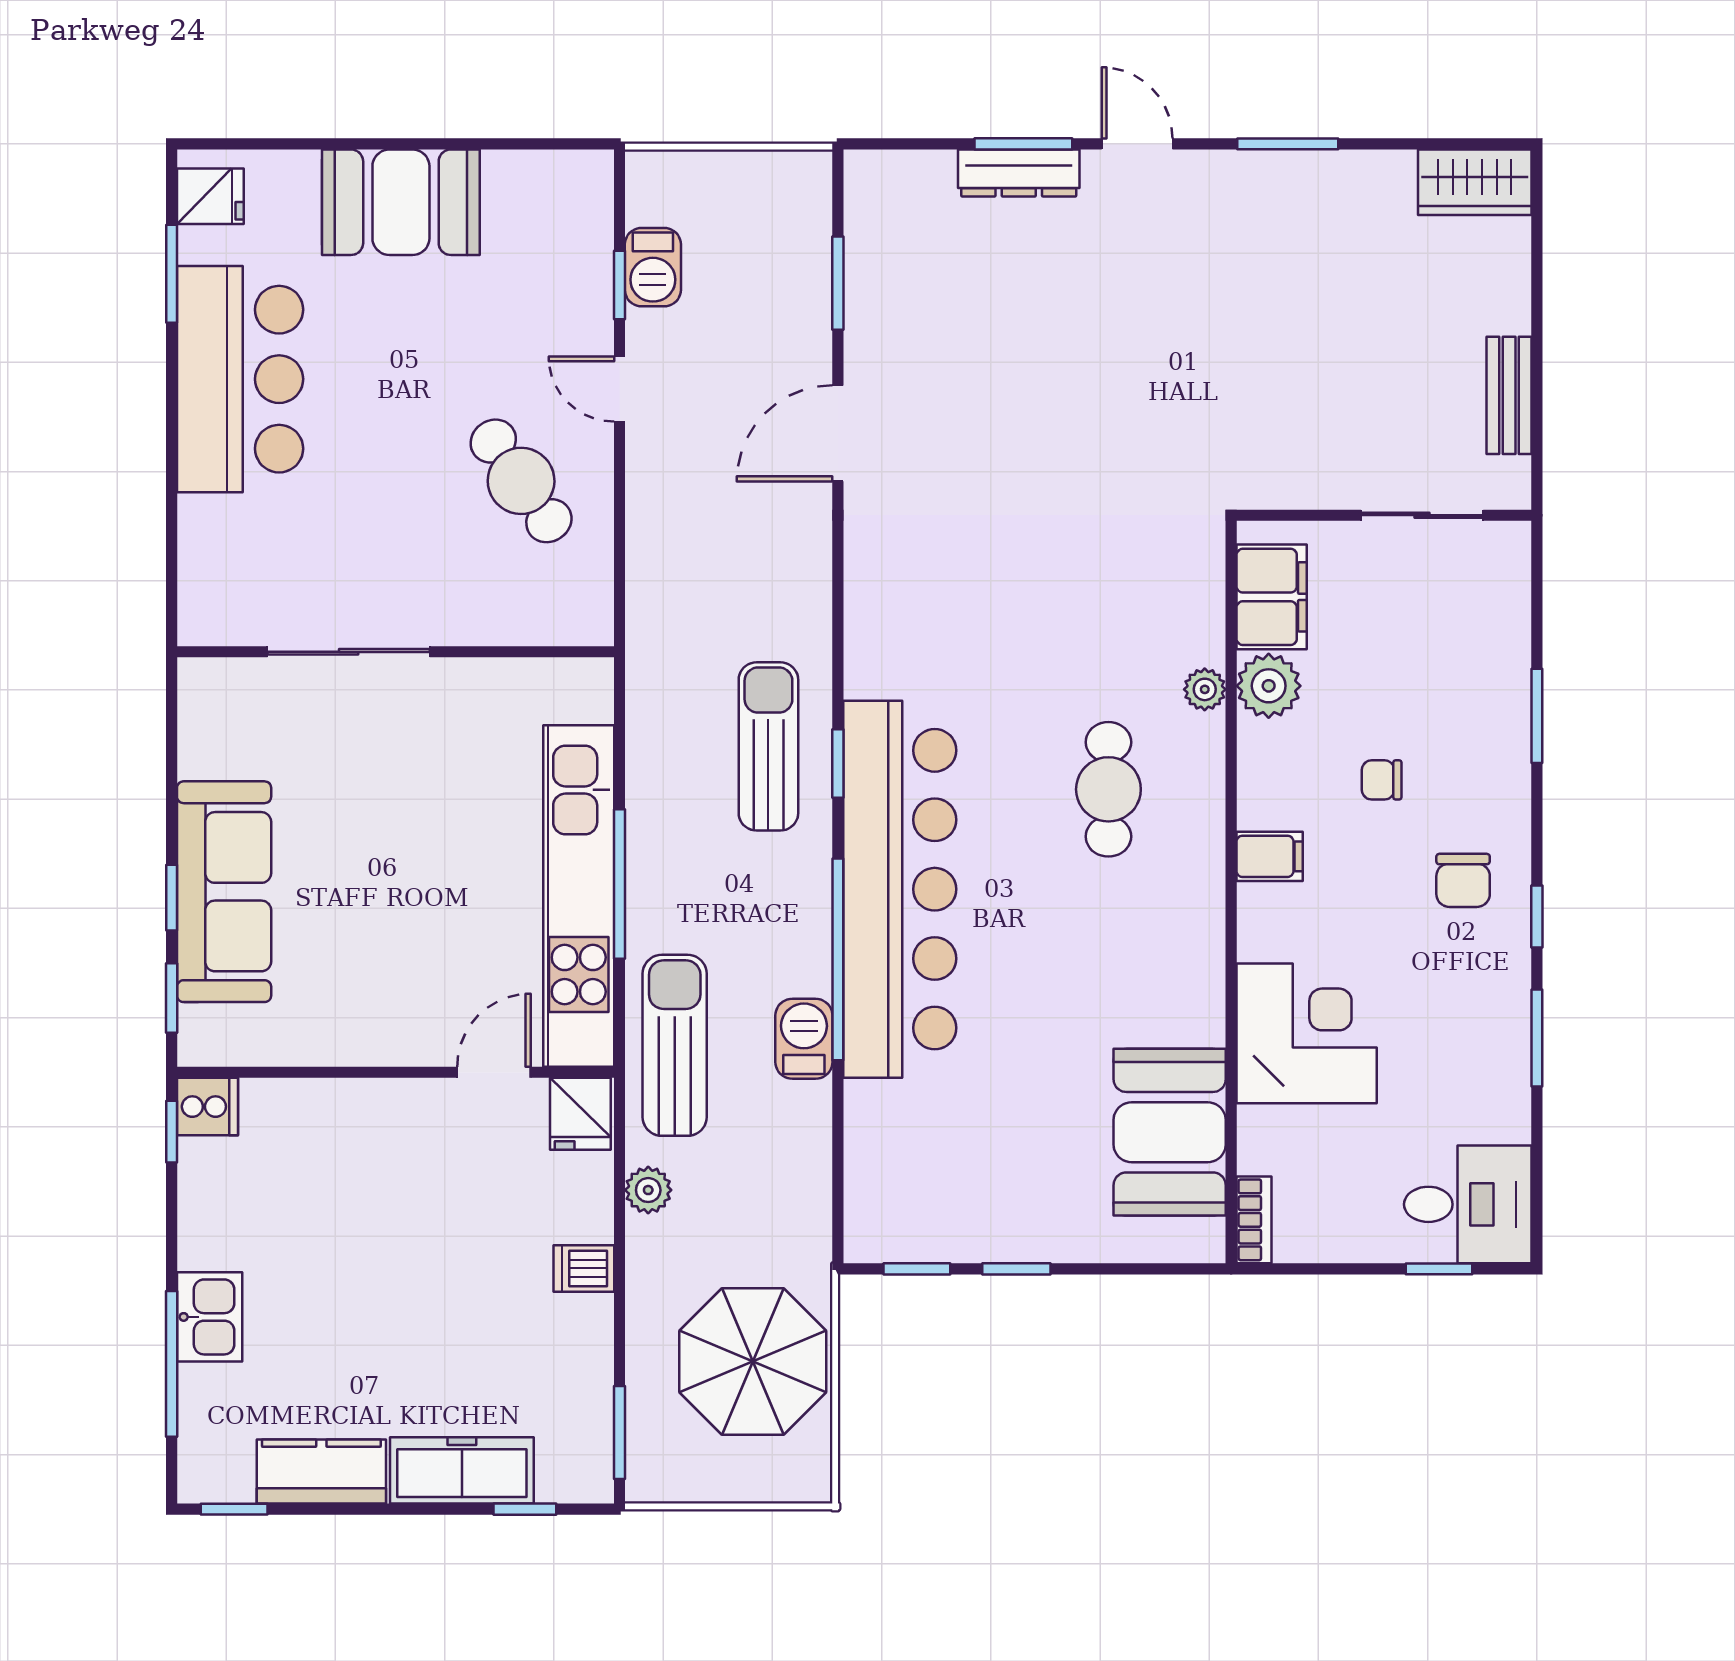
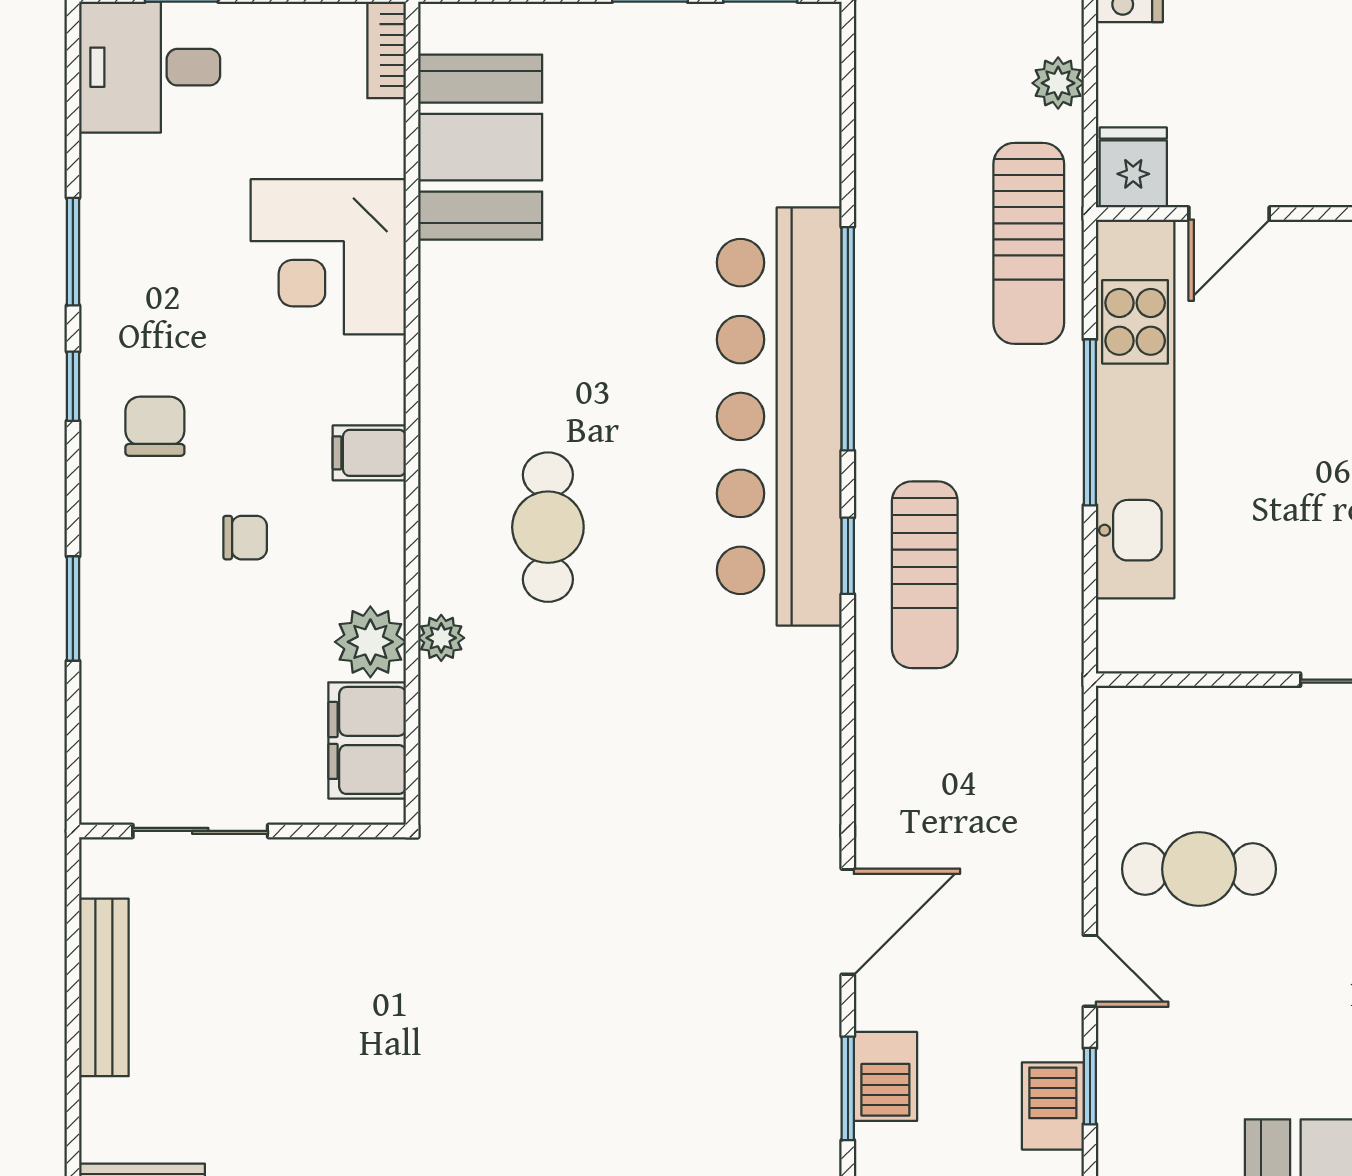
bench: (1509, 395) -> (104, 987), width x1.36
cafe table: (521, 481) -> (1199, 869), turned -55
barbecue: (804, 1039) -> (885, 1076), moved

